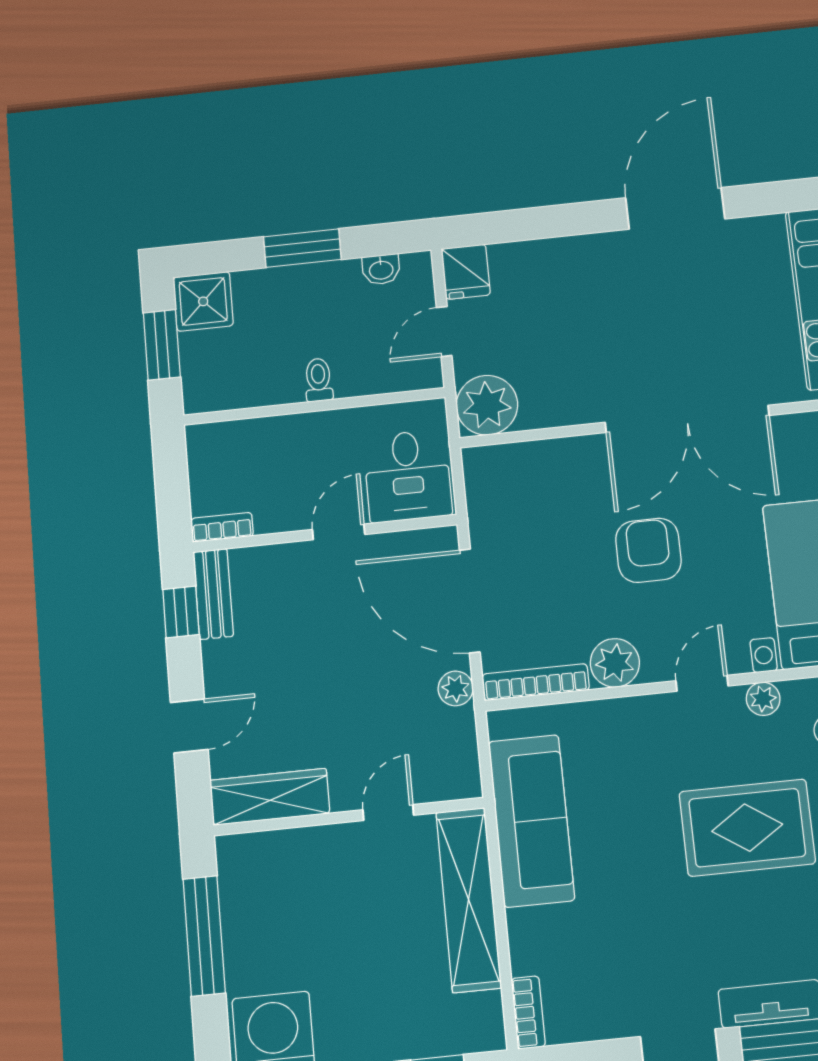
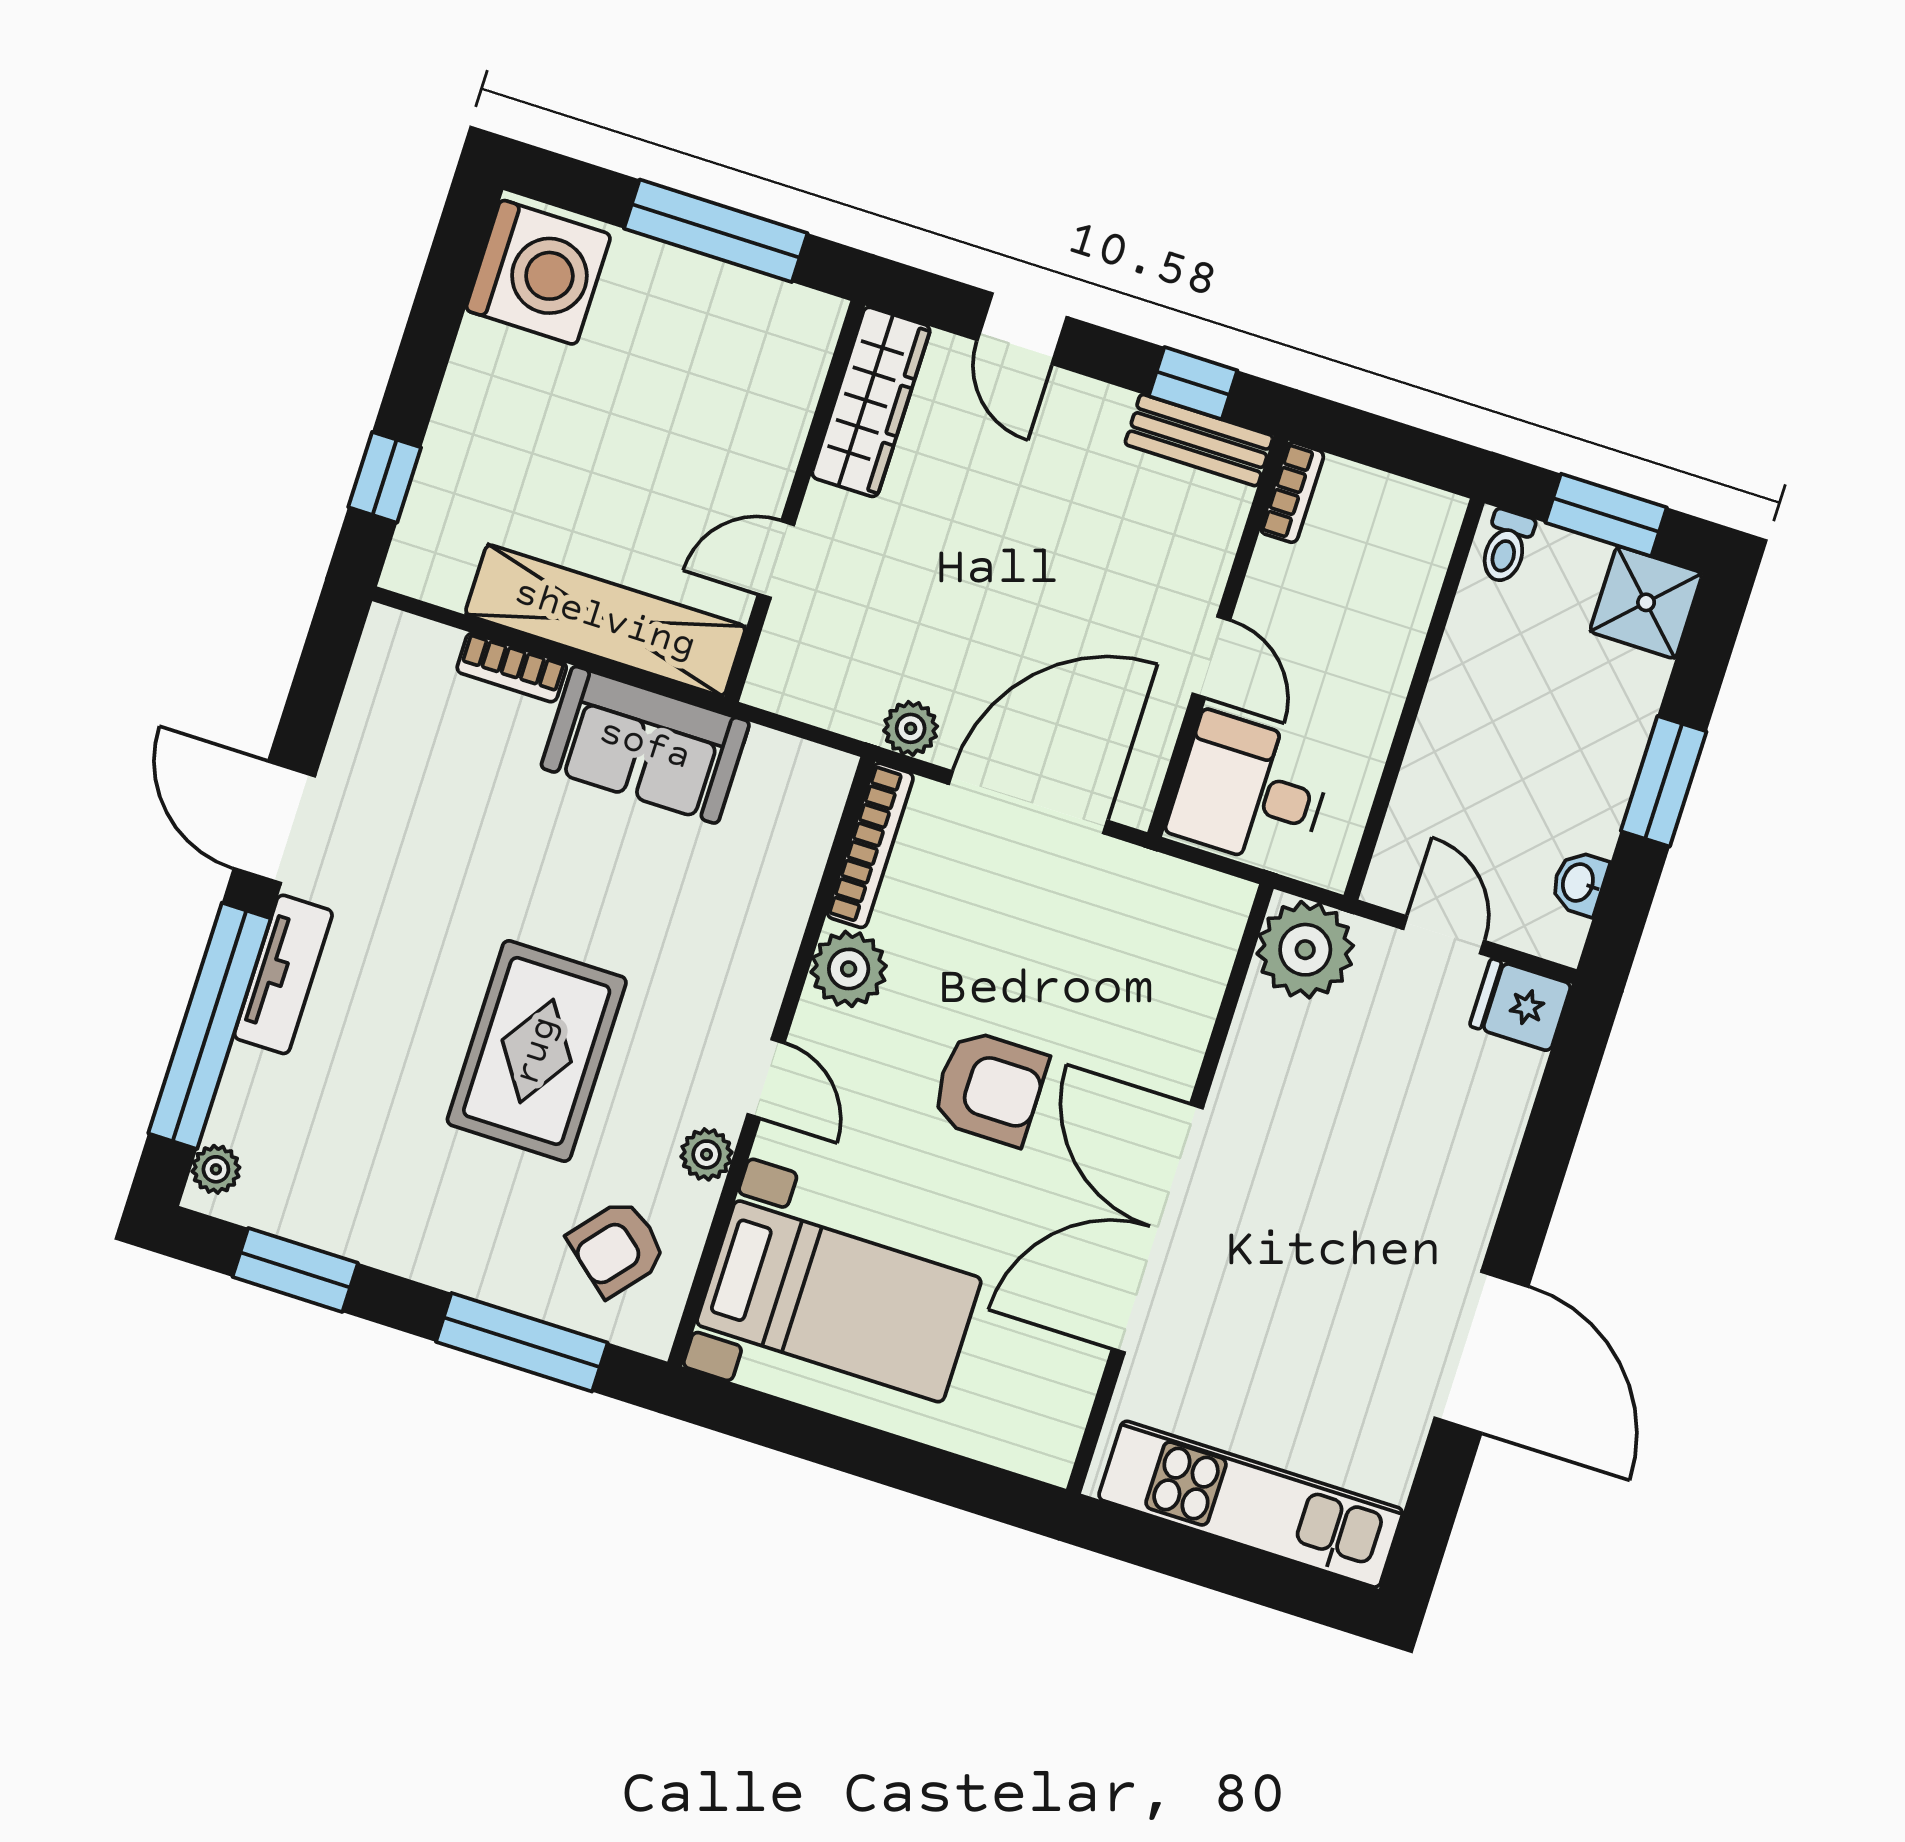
toilet: (318, 380) -> (1506, 547), moved, turned 90
door: (388, 813) -> (776, 559), swing flipped
sofa: (531, 821) -> (645, 745), width x0.73
bookcase: (528, 1012) -> (512, 668), moved

